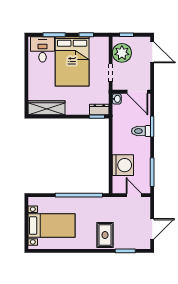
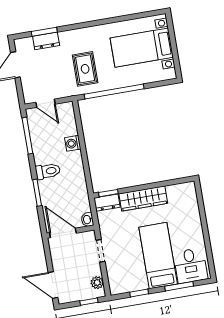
plant: (122, 53) -> (97, 283), width x0.53, depth x0.53
bed: (72, 61) -> (158, 256), width x0.67
wardrobe: (46, 108) -> (143, 198), moved
toilet: (141, 131) -> (48, 171), moved
washing machine: (123, 165) -> (73, 143), width x0.53, depth x0.53
rug: (105, 235) -> (85, 69), moved
dresser: (125, 244) -> (46, 41), added

